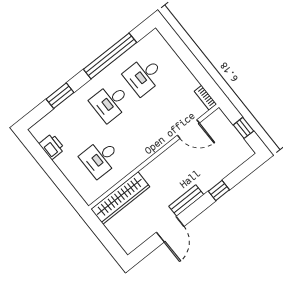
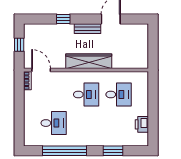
desk: (110, 102) -> (86, 95), moved
door: (188, 129) -> (41, 70), moved
wardrobe: (120, 198) -> (89, 61), moved

